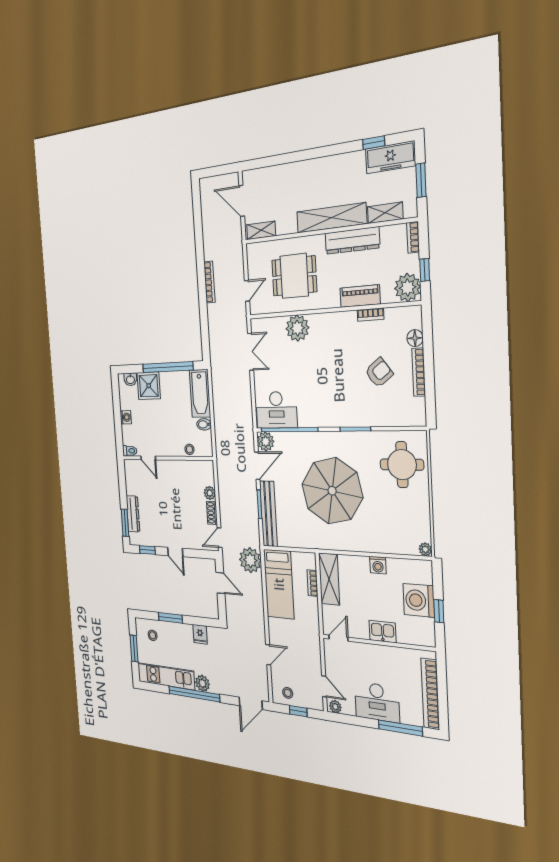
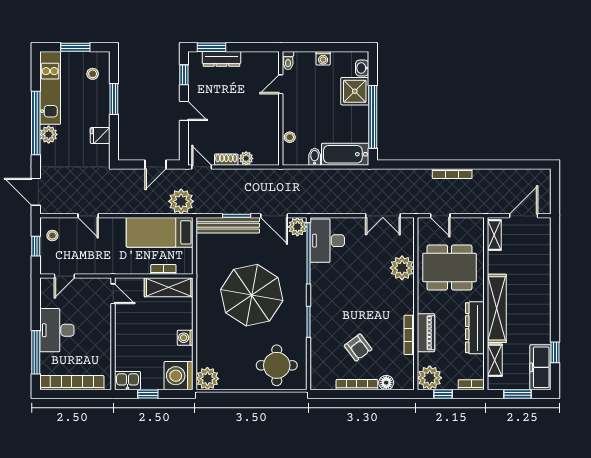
dining table: (294, 276) -> (450, 267), width x1.38
bookcase: (371, 315) -> (409, 335), width x1.56
plant: (425, 549) -> (207, 379), width x1.88, depth x1.88
door: (175, 552) -> (184, 111), swing flipped
washing machine: (419, 600) -> (179, 376), moved, turned -90
kitchen sink: (383, 632) -> (127, 381), moved, turned -90
plant: (335, 707) -> (46, 287), removed

